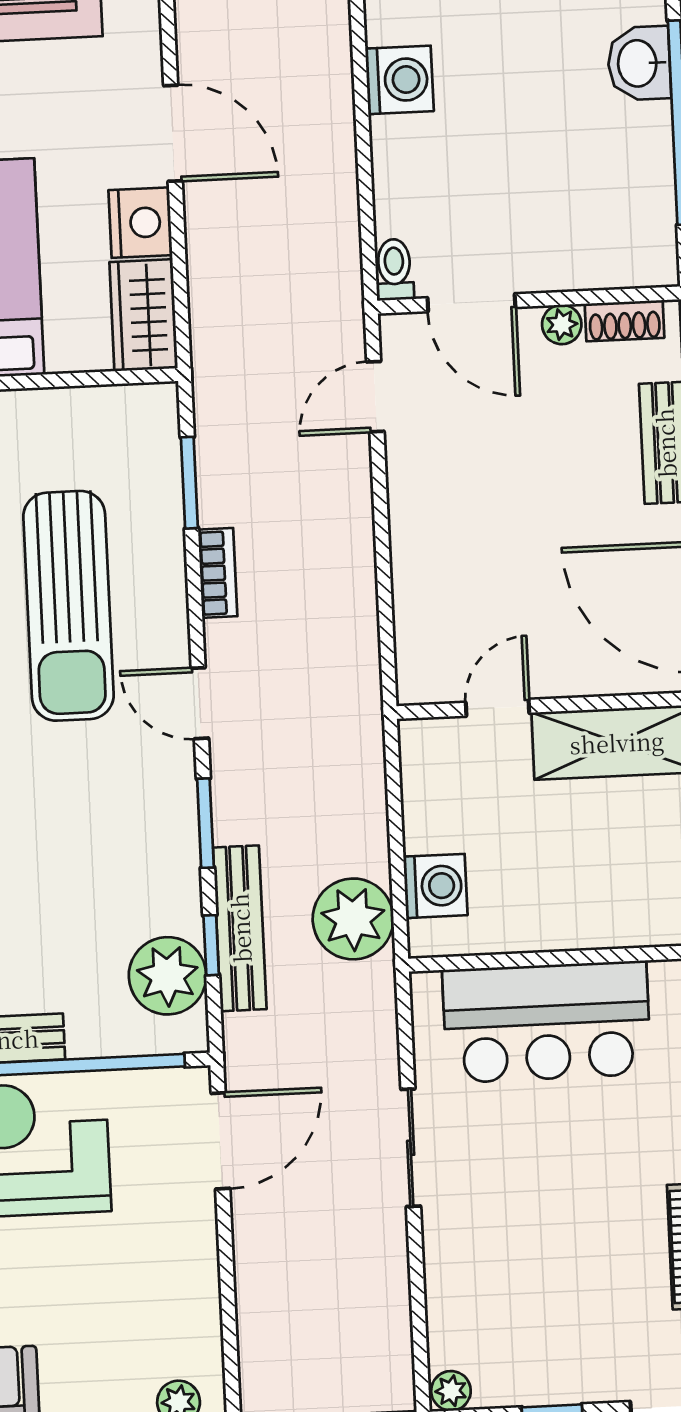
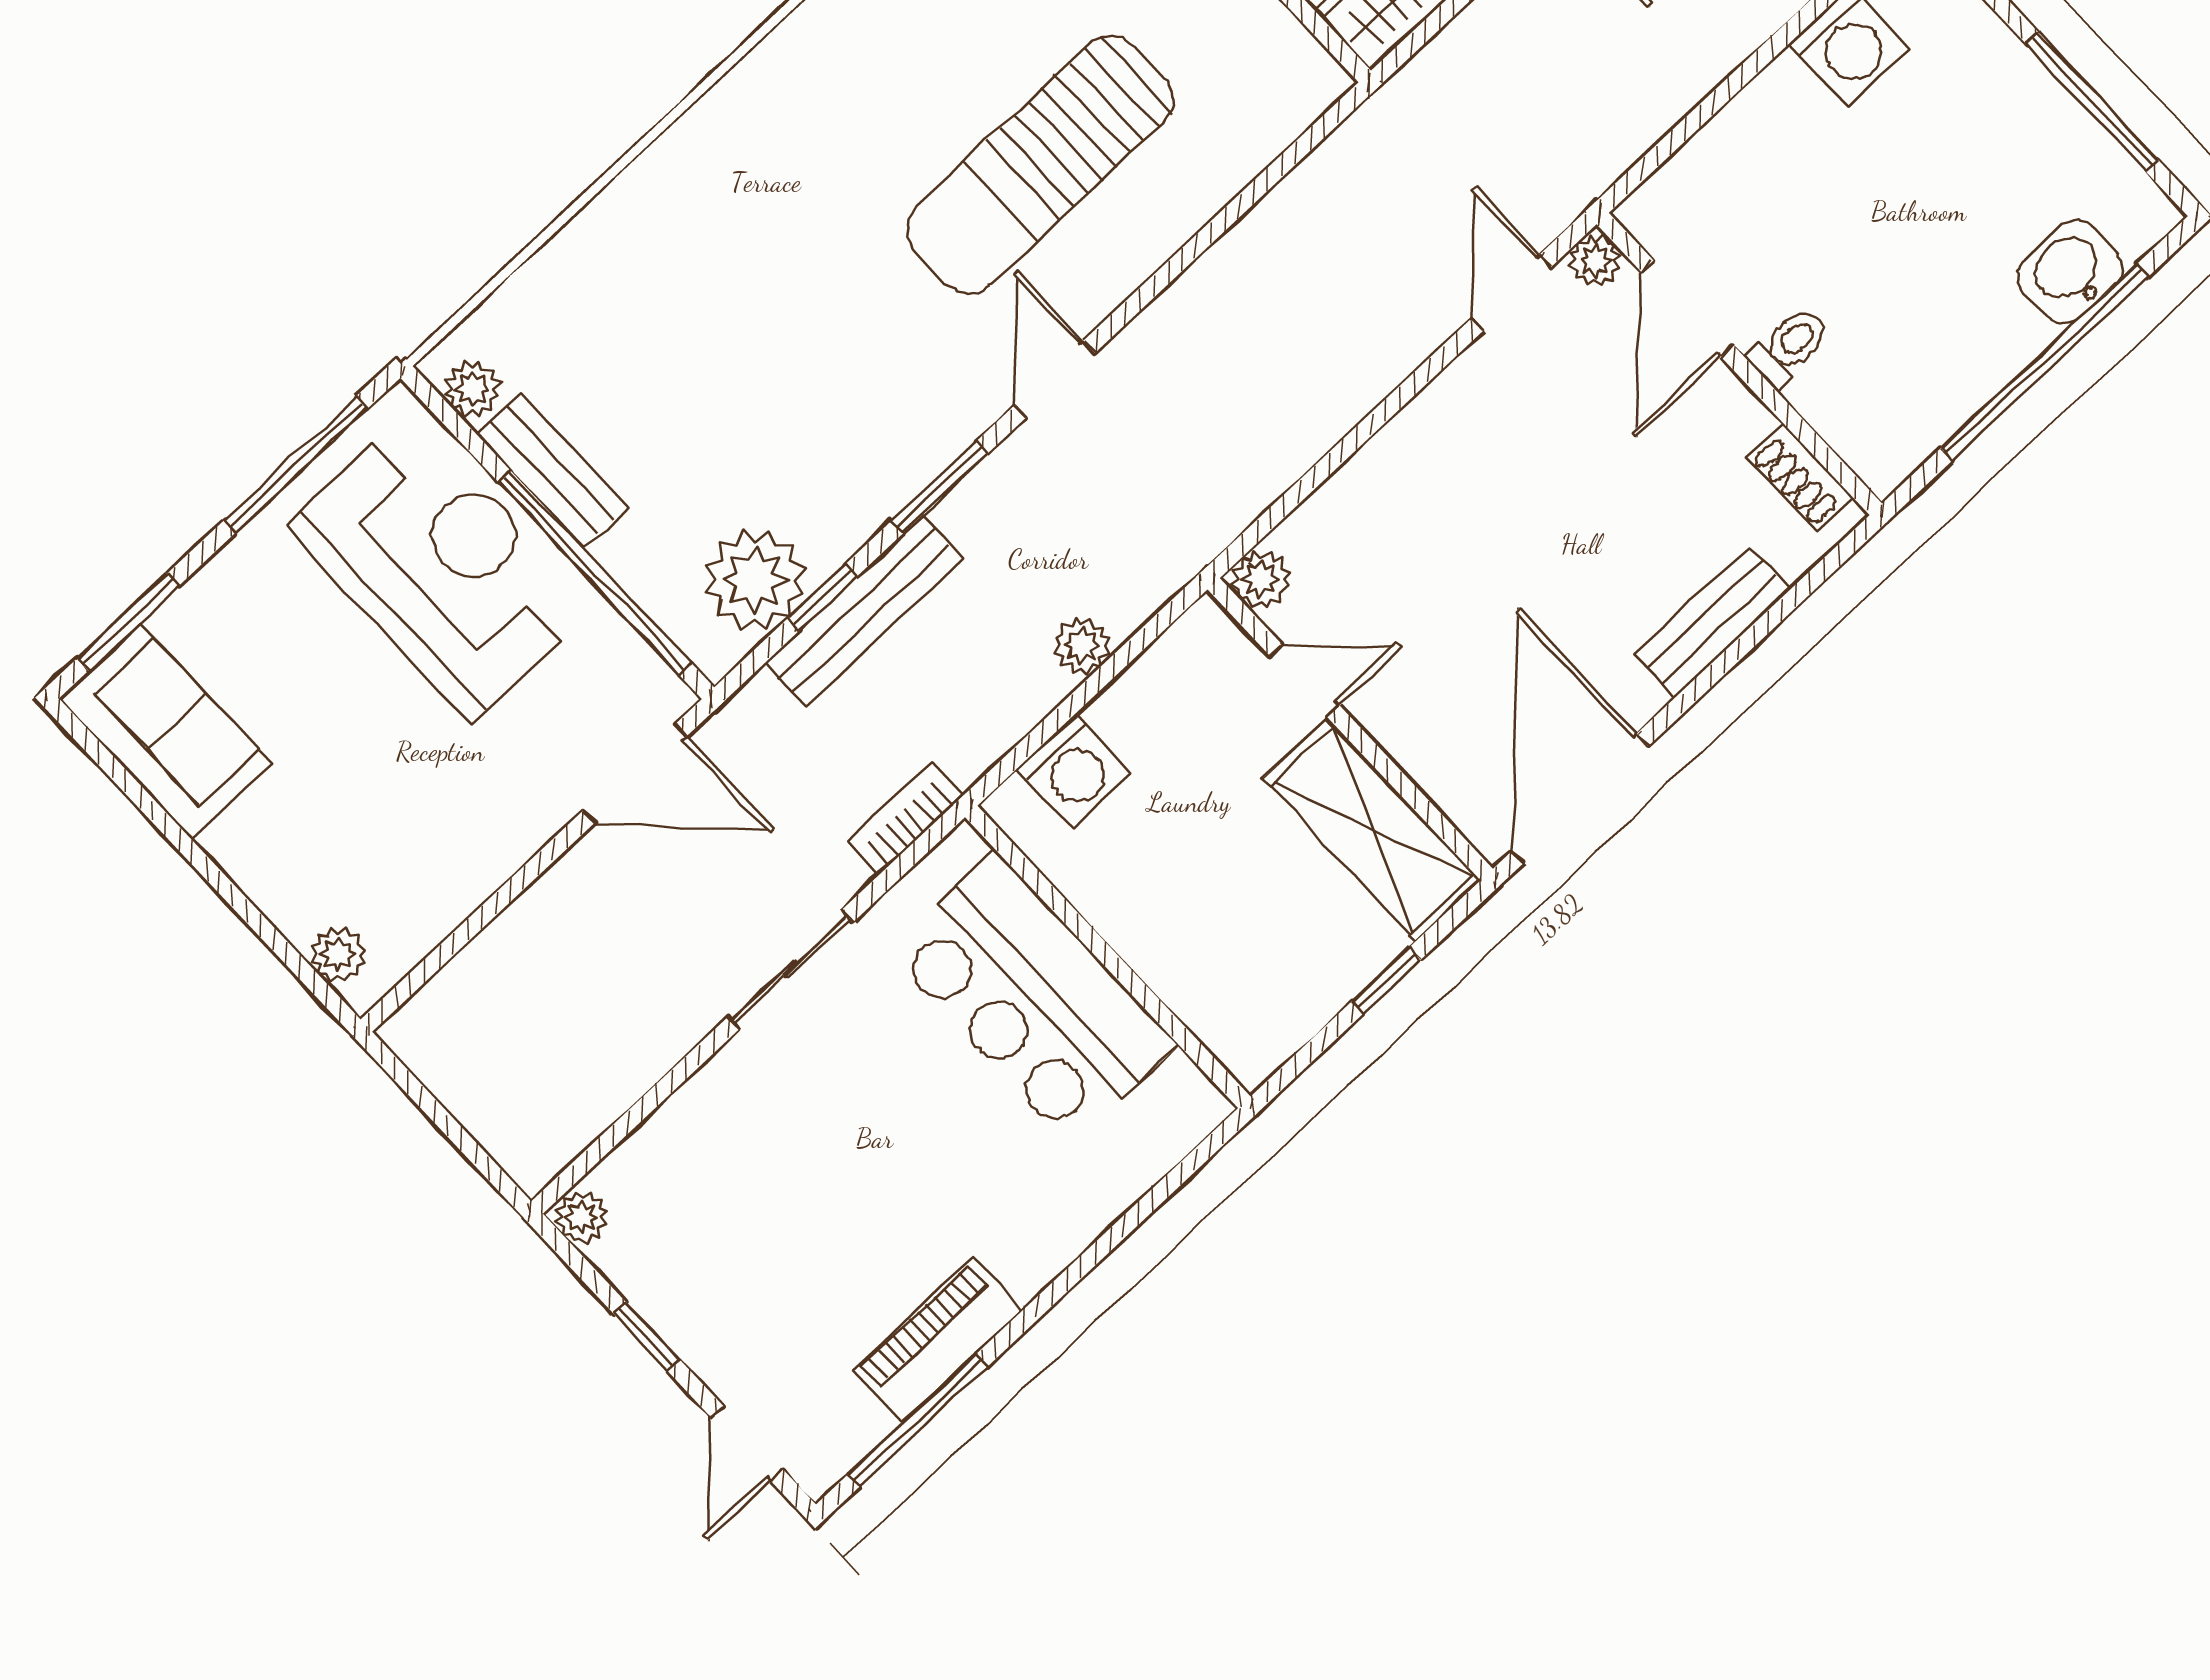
toilet: (394, 270) -> (1789, 346), moved
plant: (562, 324) -> (1595, 261), moved
door: (375, 397) -> (1511, 293), hinge flipped
window: (189, 483) -> (1266, 180), removed
bookcase: (218, 573) -> (905, 818), moved, turned 180
plant: (417, 683) -> (1261, 579), added
plant: (353, 919) -> (1082, 646), moved, width x0.53, depth x0.53

